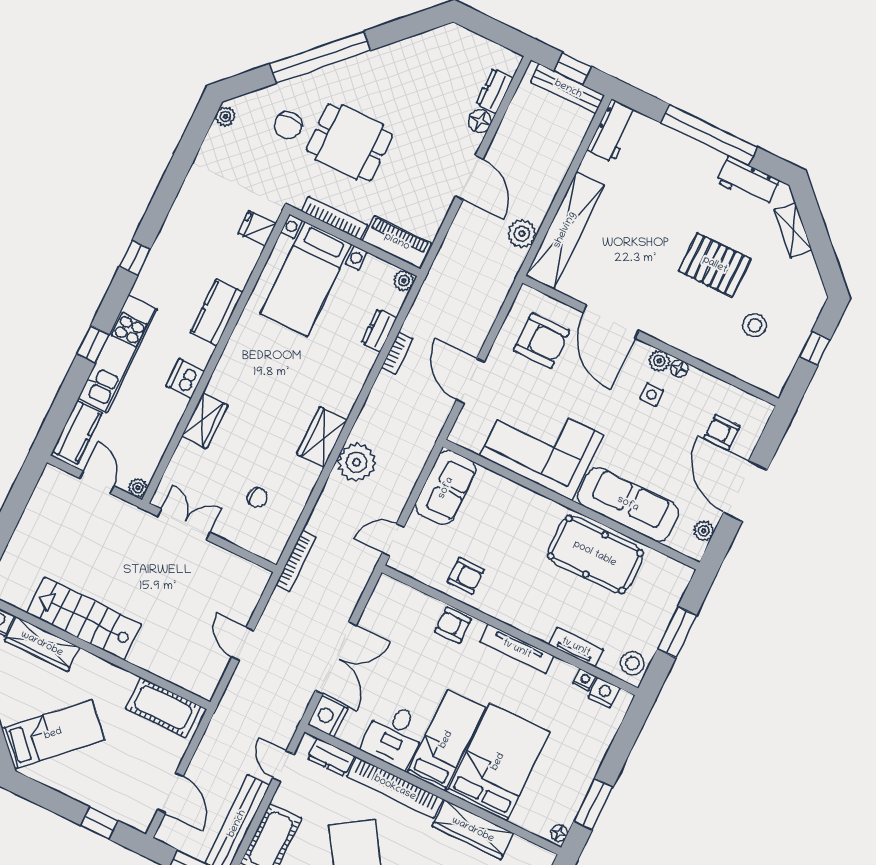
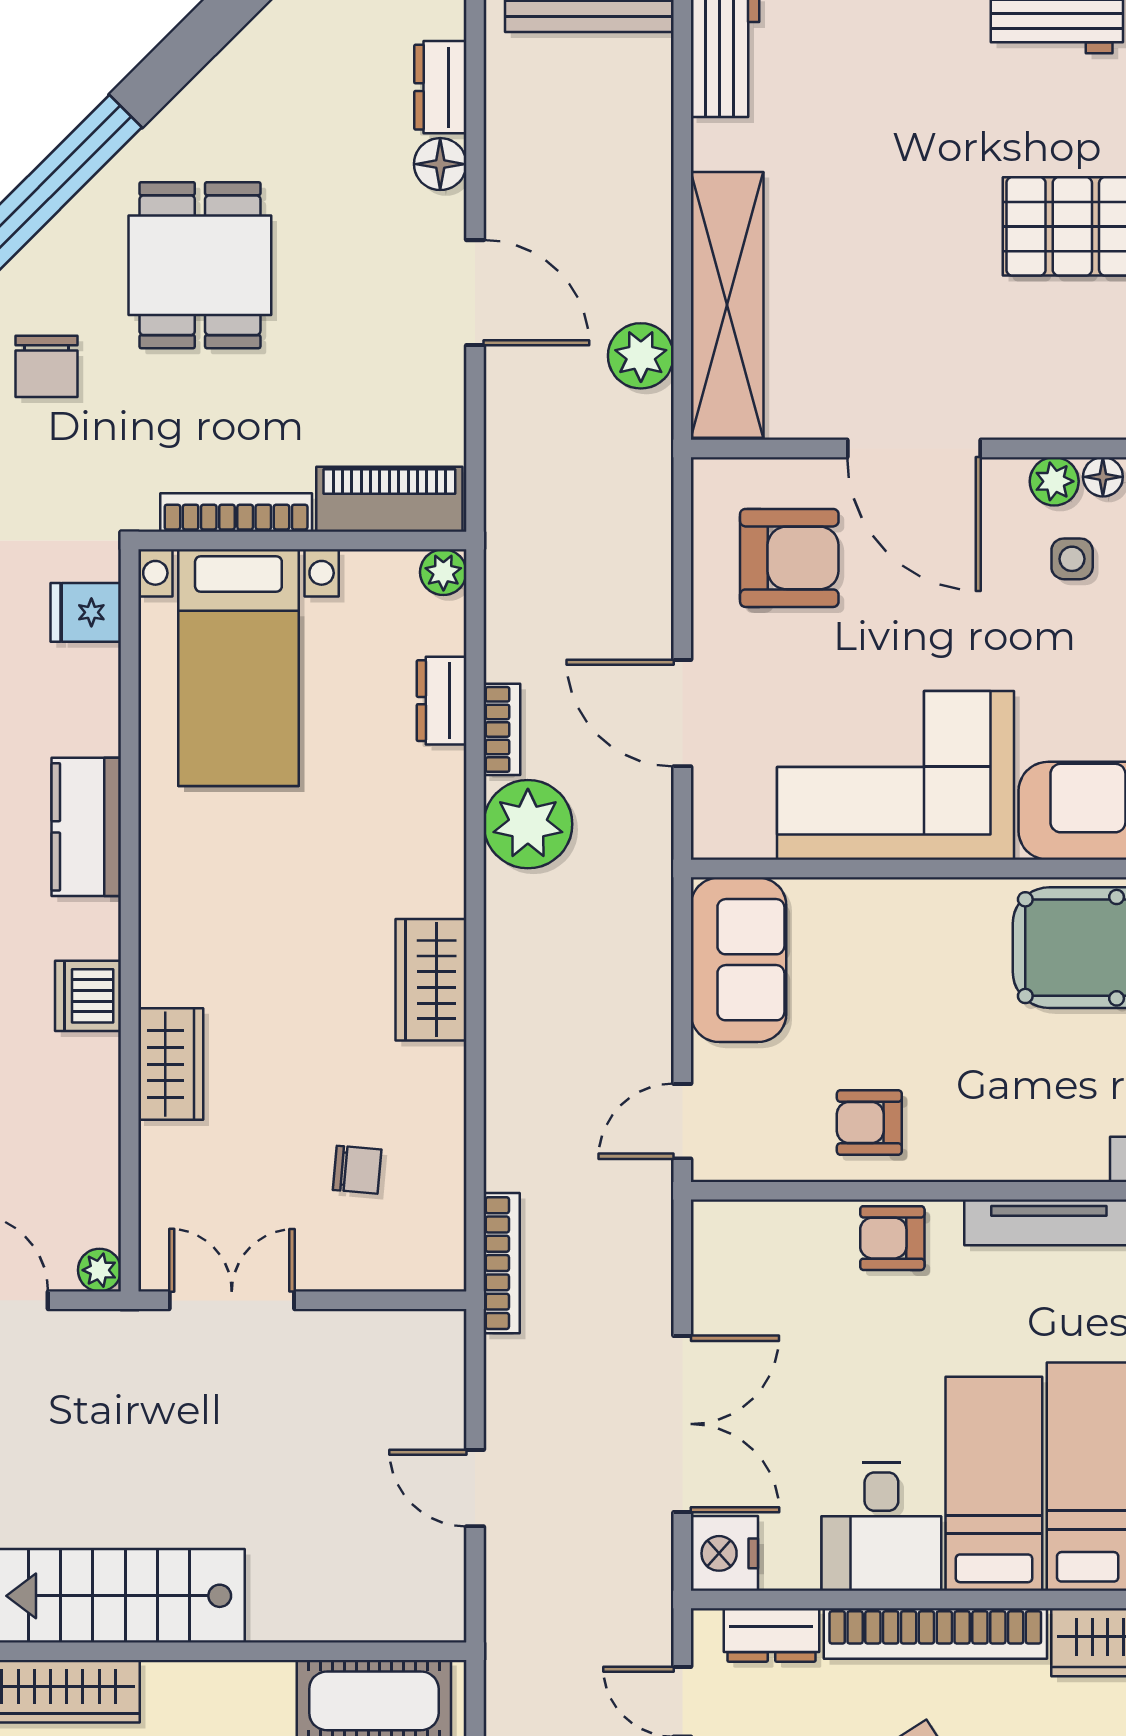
dining table: (349, 142) -> (200, 265), moved, turned 90
plant: (357, 462) -> (528, 824), moved
armchair: (466, 576) -> (869, 1123), turned 180

